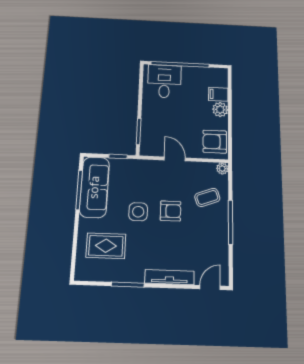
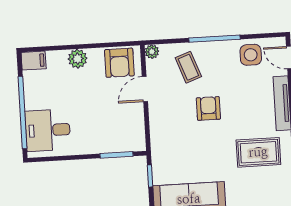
filing cabinet: (218, 94) -> (34, 61), moved, turned -90
door: (175, 159) -> (145, 89), moved
side table: (138, 212) -> (251, 55), moved
rug: (106, 246) -> (258, 152), moved, turned 90

